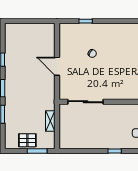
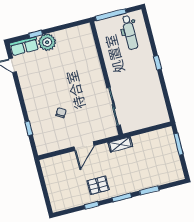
shelving: (50, 121) -> (120, 144), moved
pallet: (27, 140) -> (98, 185), moved, turned 90

